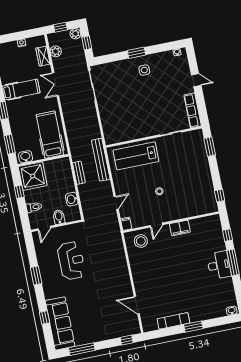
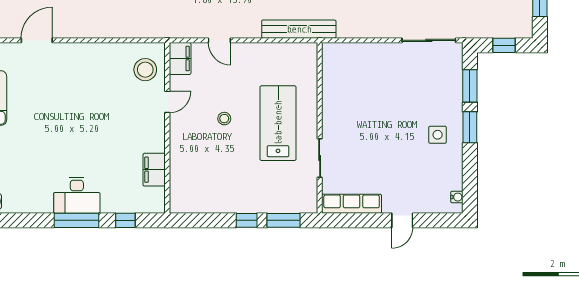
plant: (75, 34) -> (524, 29), removed
window: (113, 57) -> (470, 86), added
lab bench: (136, 156) -> (278, 123), moved
window: (220, 196) -> (247, 220), moved
filing cabinet: (126, 224) -> (180, 59), width x2.00
door: (156, 225) -> (167, 102), swing flipped
filing cabinet: (180, 228) -> (154, 170), moved

